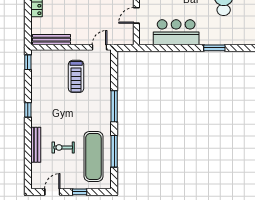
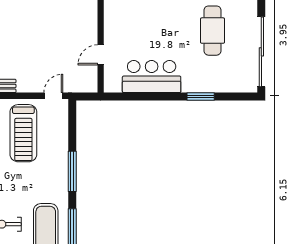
treadmill: (76, 76) -> (23, 133), width x1.37, depth x1.38

